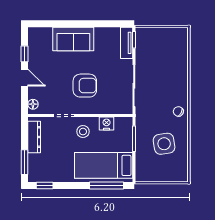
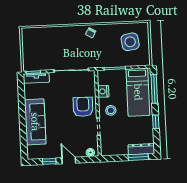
sofa: (73, 39) -> (35, 122), width x1.36
door: (25, 78) -> (69, 160), hinge flipped
armchair: (85, 86) -> (83, 107), moved
dresser: (34, 137) -> (141, 149), moved
side table: (164, 144) -> (130, 42), moved
window: (45, 185) -> (156, 122), moved

